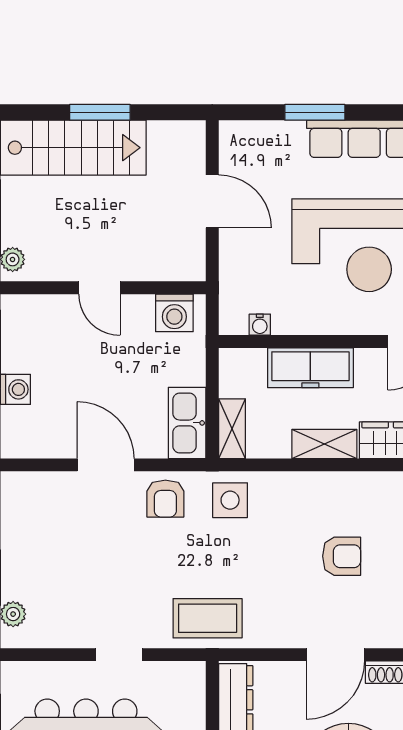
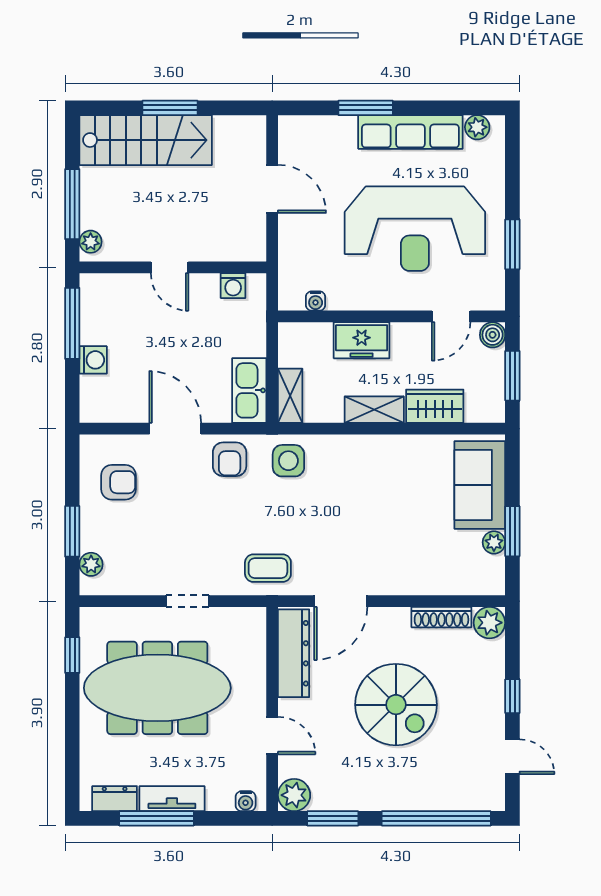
washing machine: (174, 313) -> (233, 286), width x0.73, depth x0.73
freezer: (310, 368) -> (362, 340), width x0.71
armchair: (342, 556) -> (119, 482), moved
coffee table: (208, 618) -> (268, 568), width x0.73, depth x0.77
door: (335, 655) -> (341, 601), moved

